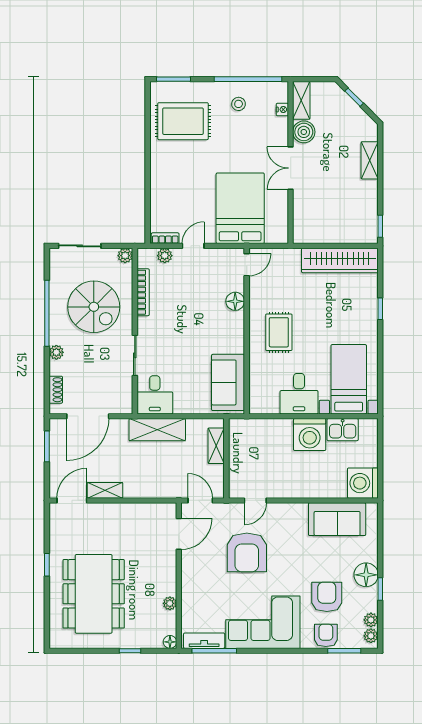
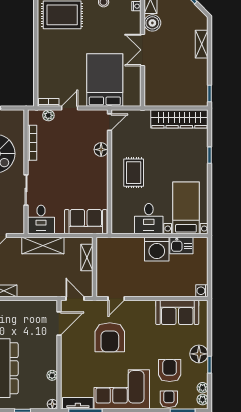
plant: (125, 256) -> (19, 115), removed
sofa: (228, 382) -> (86, 222), moved, turned 90
washing machine: (363, 483) -> (202, 291), width x0.53, depth x0.53

